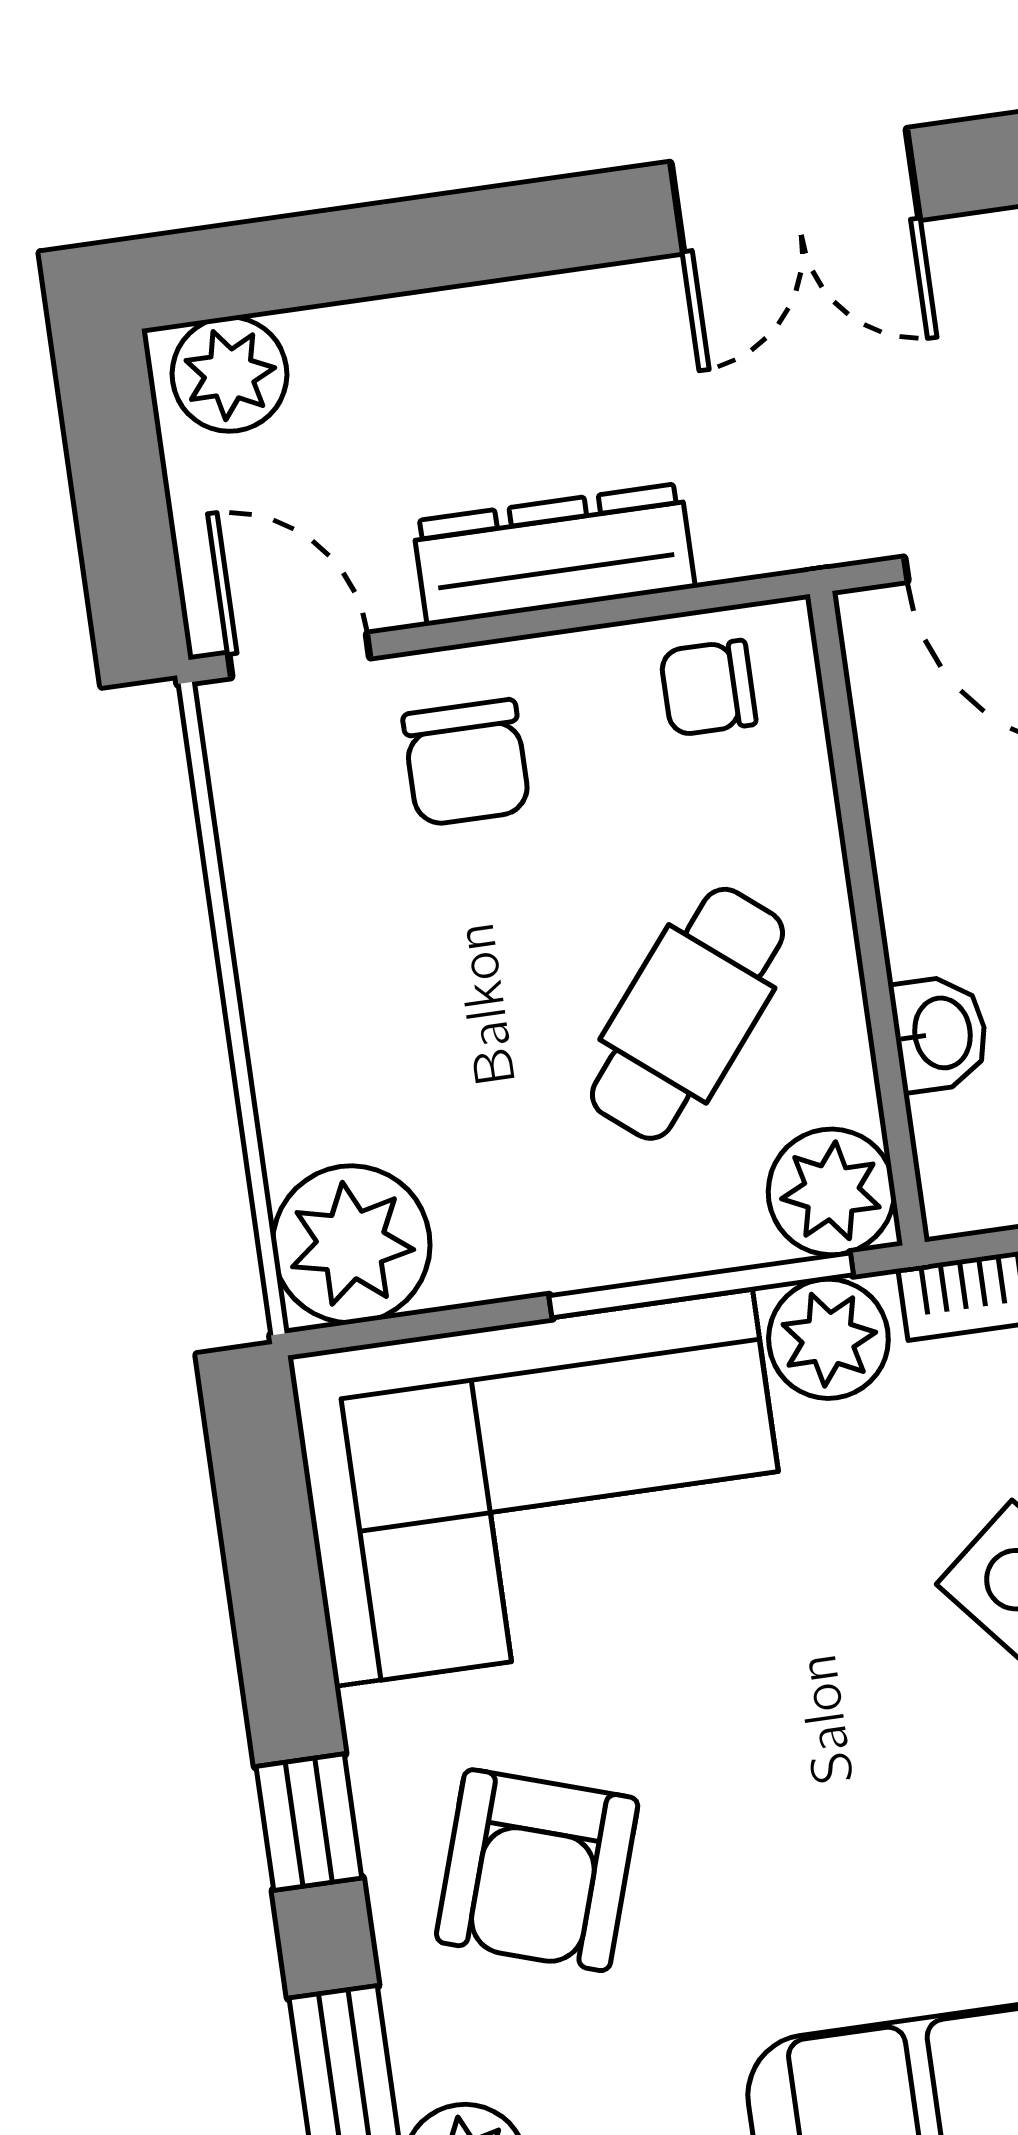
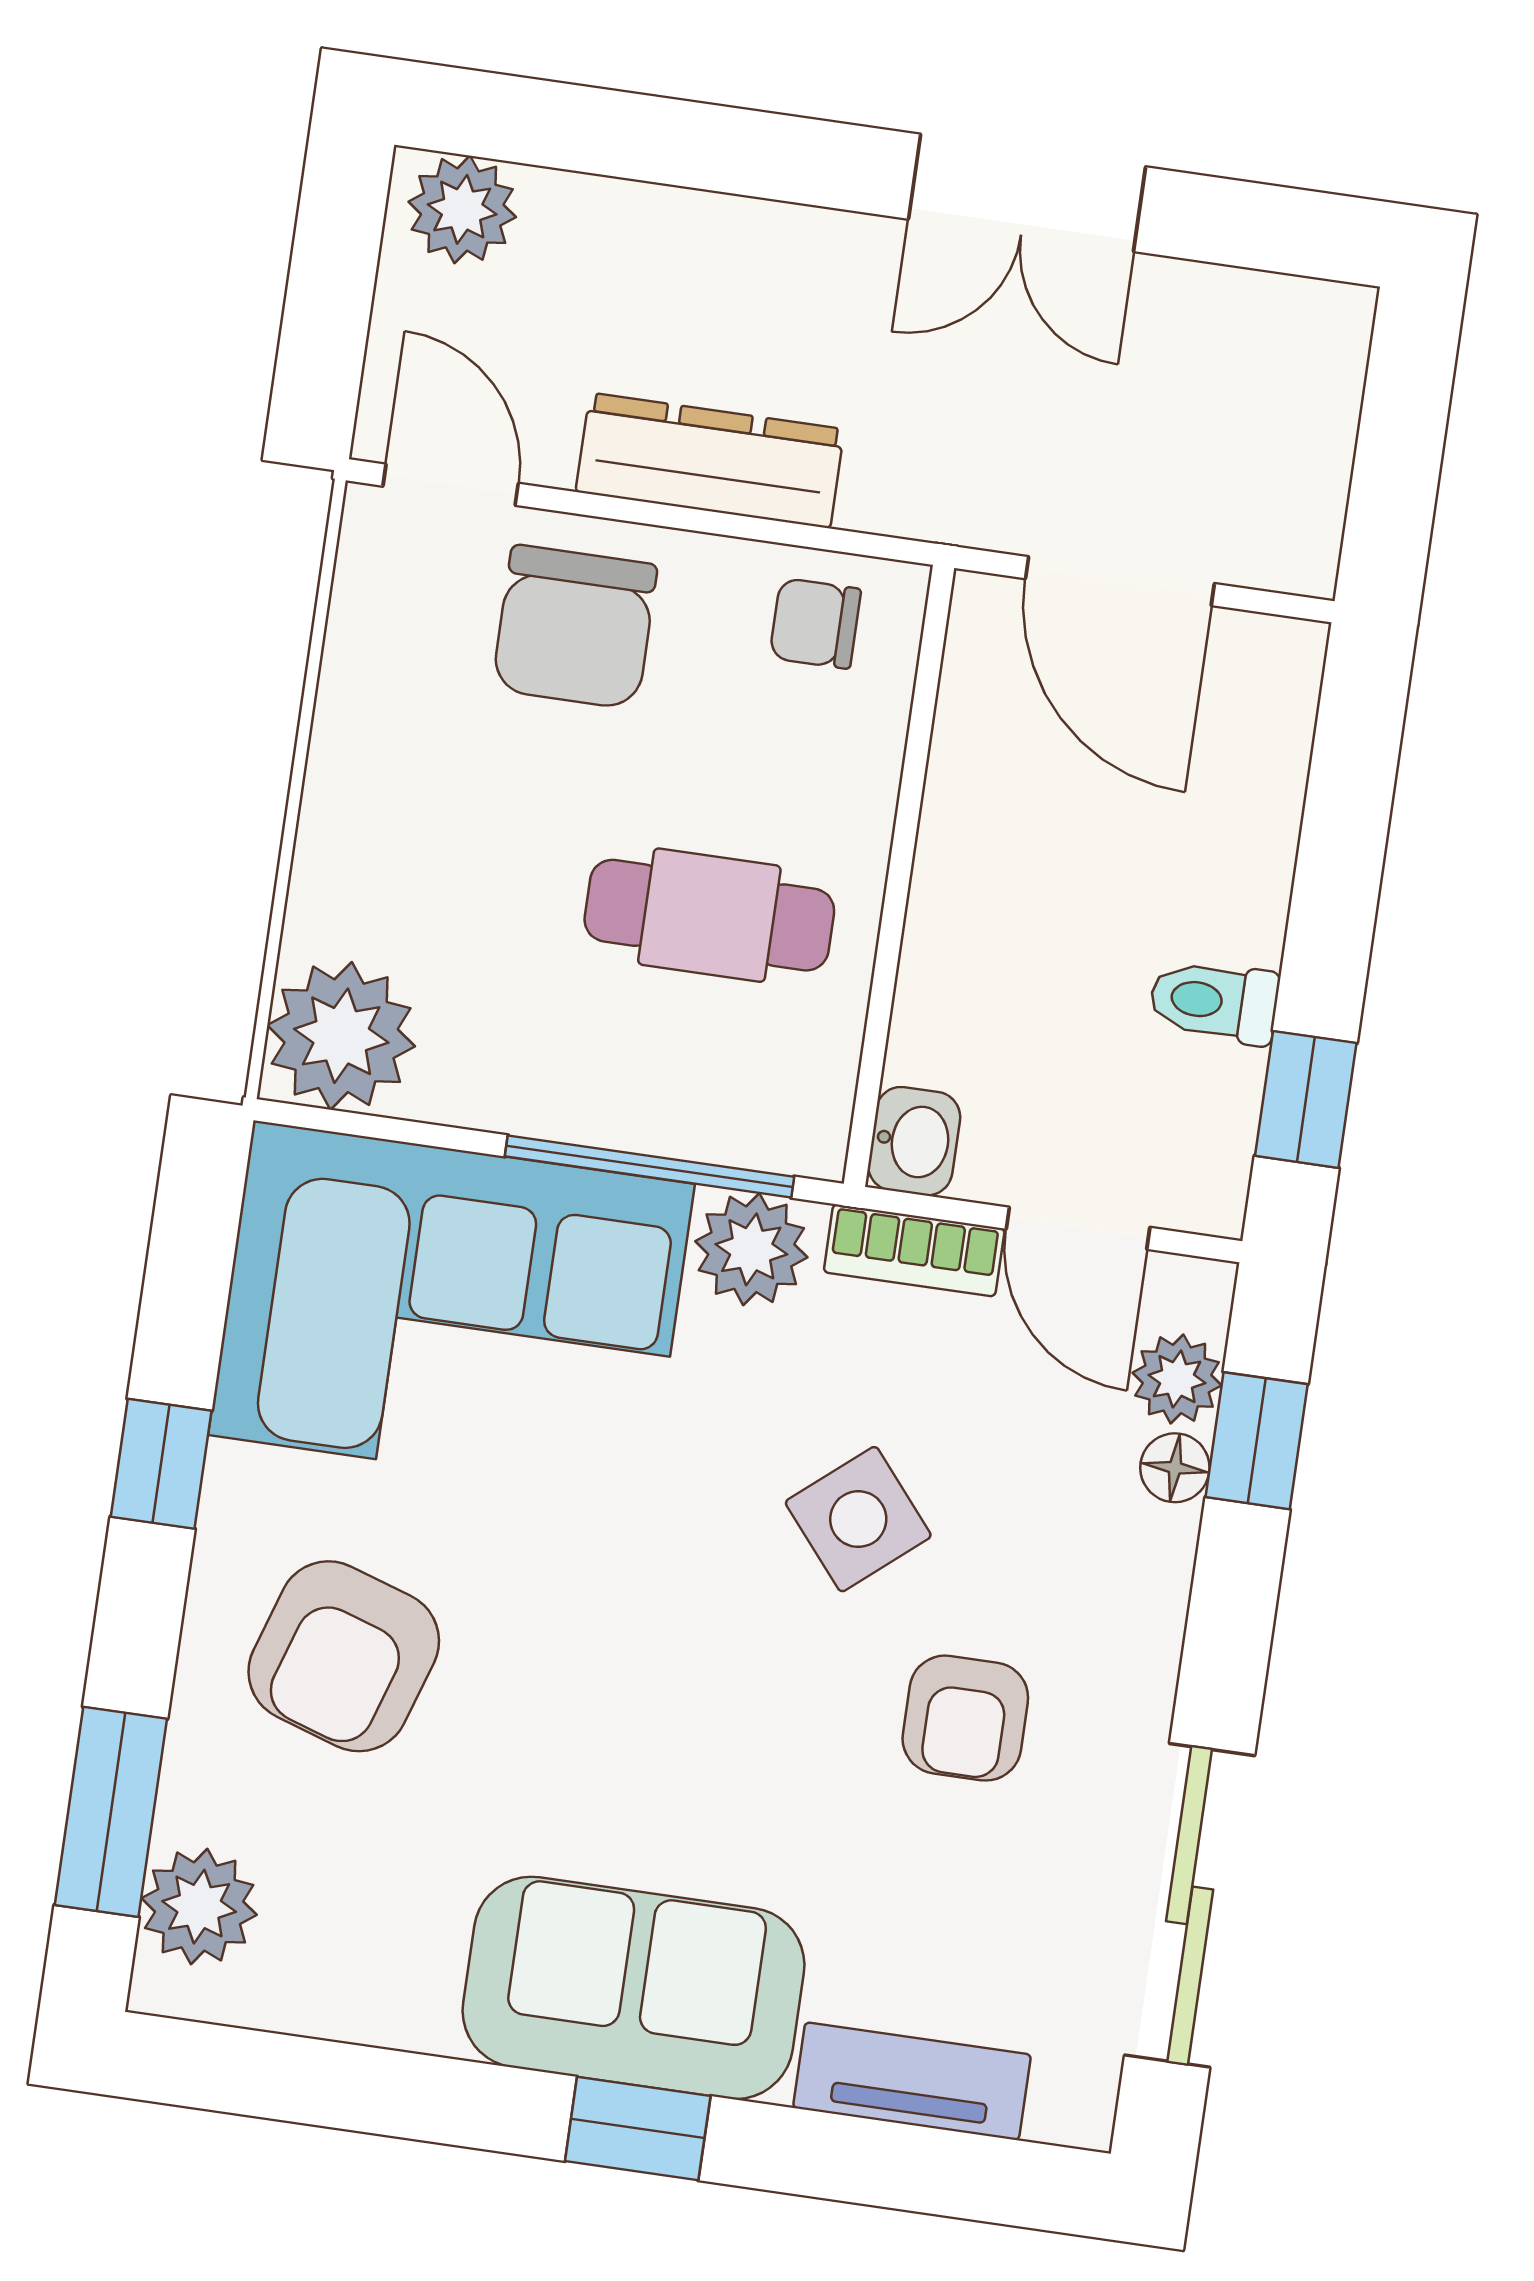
chair: (466, 763) -> (575, 627), width x1.37, depth x1.37
cafe table: (687, 1014) -> (709, 915), turned 51
washbasin: (940, 1033) -> (914, 1141), moved
plant: (831, 1192) -> (793, 1116), removed
window: (309, 1822) -> (161, 1464), moved

